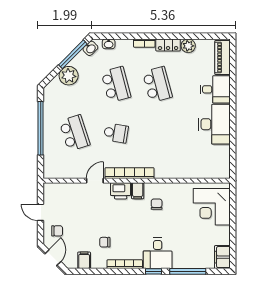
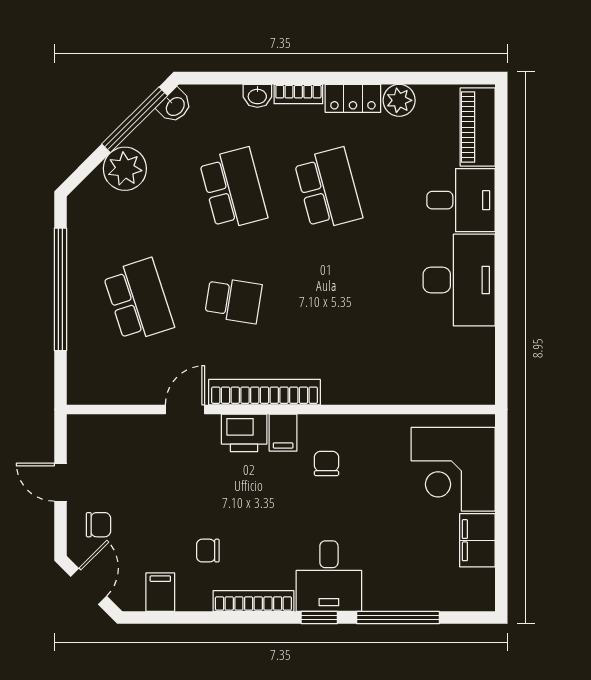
washbasin: (109, 44) -> (257, 96), moved
filing cabinet: (222, 257) -> (477, 540), moved

